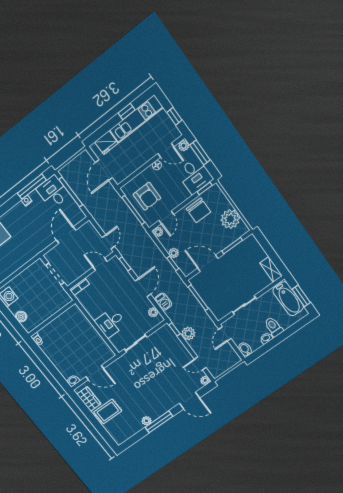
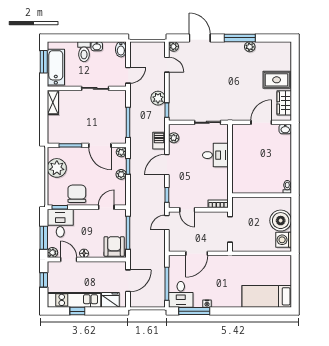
armchair: (147, 196) -> (114, 246), moved
plant: (158, 232) -> (121, 152), moved
boiler: (21, 317) -> (281, 221), width x1.86, depth x1.86
door: (95, 373) -> (261, 122), hinge flipped

